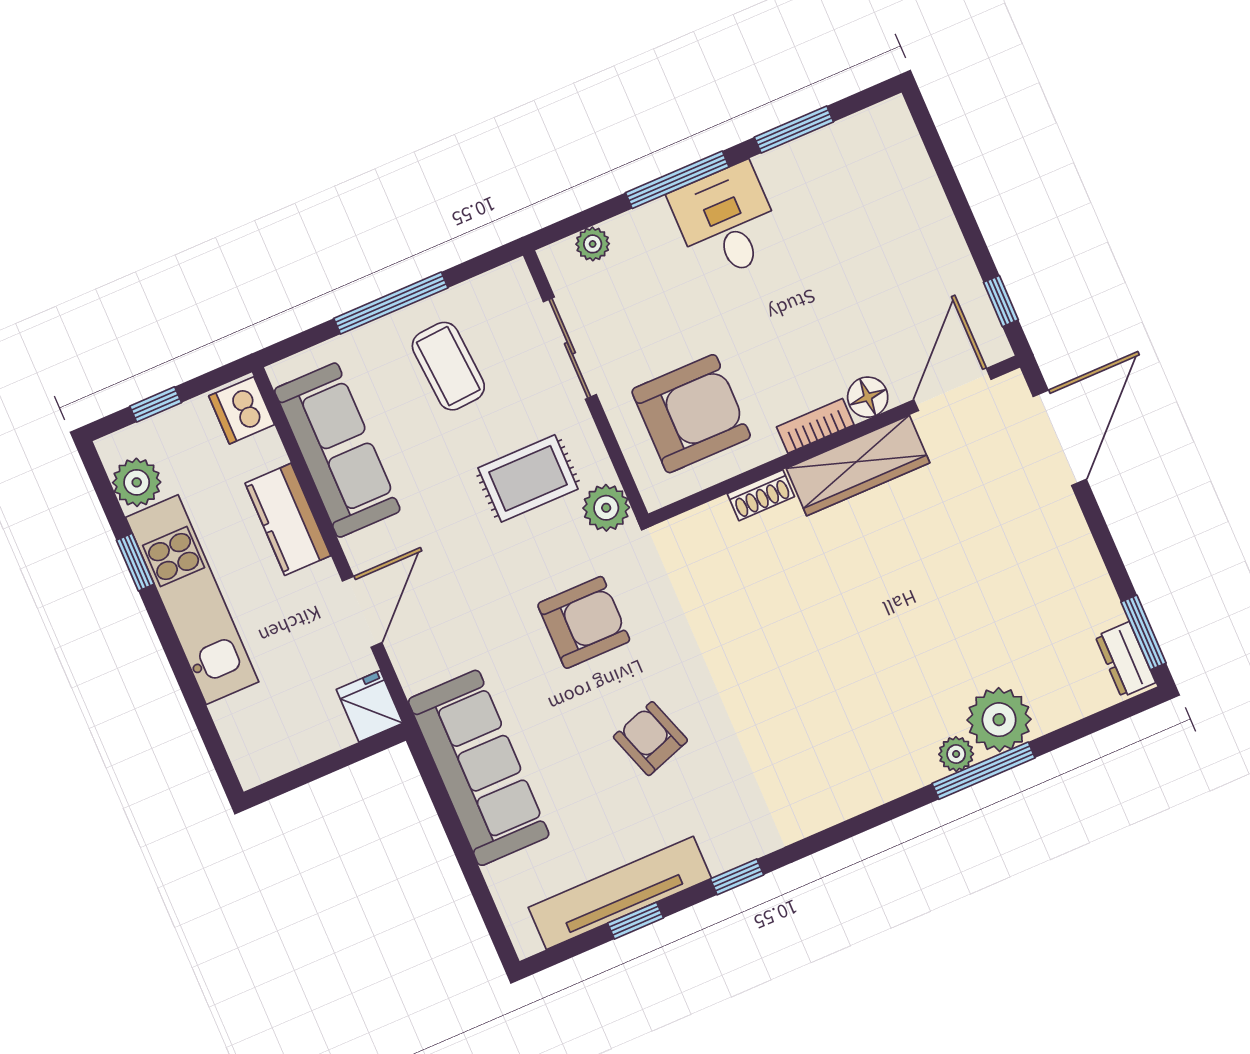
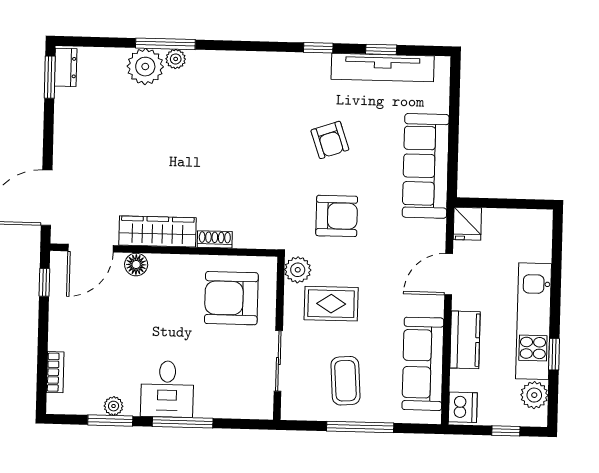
plant: (593, 244) -> (114, 406), moved
bookcase: (815, 426) -> (55, 372), moved, turned -90
armchair: (584, 622) -> (337, 216), turned 180

